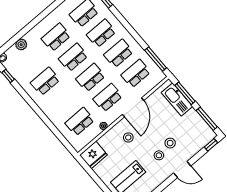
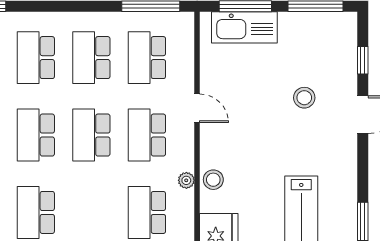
door: (133, 107) -> (197, 108), width x0.53
stool: (128, 137) -> (213, 180), moved
window: (211, 145) -> (363, 60), moved
stool: (159, 155) -> (309, 132), removed

